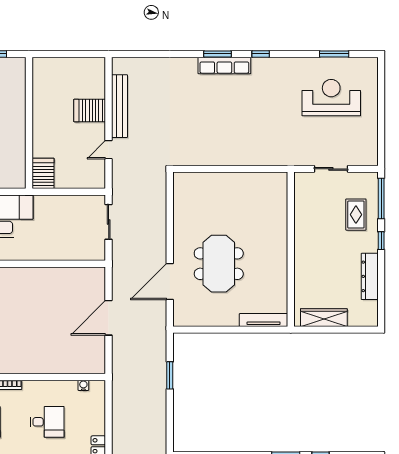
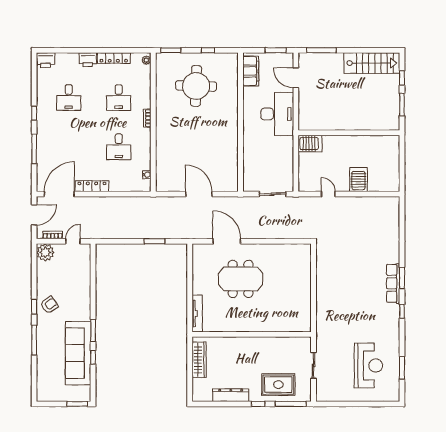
bench: (119, 106) -> (362, 202), removed
rug: (356, 215) -> (278, 385), width x1.36, depth x1.43

